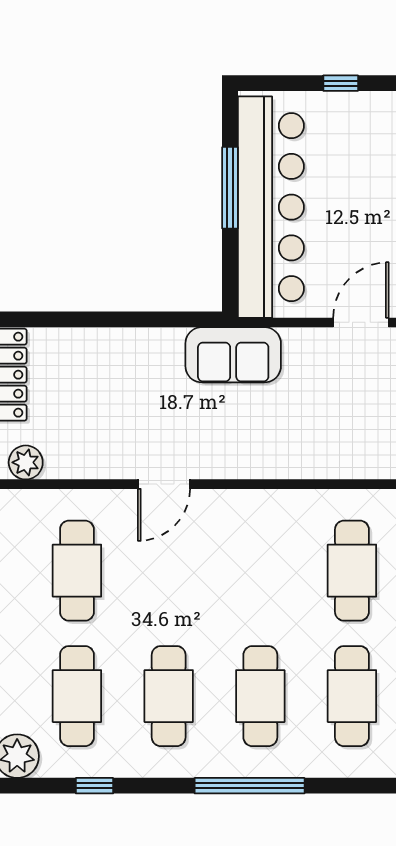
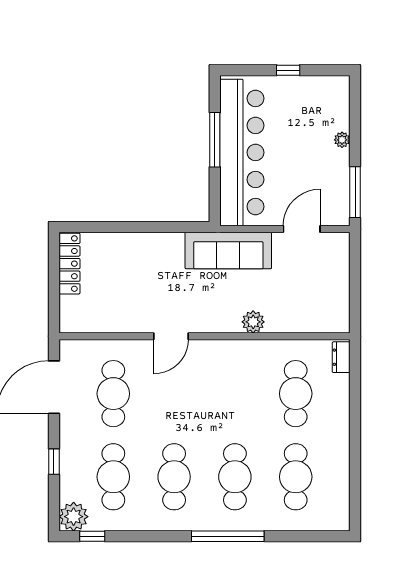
sofa: (233, 355) -> (228, 250), width x1.36
plant: (26, 462) -> (253, 322), moved
window: (95, 786) -> (92, 536), moved

